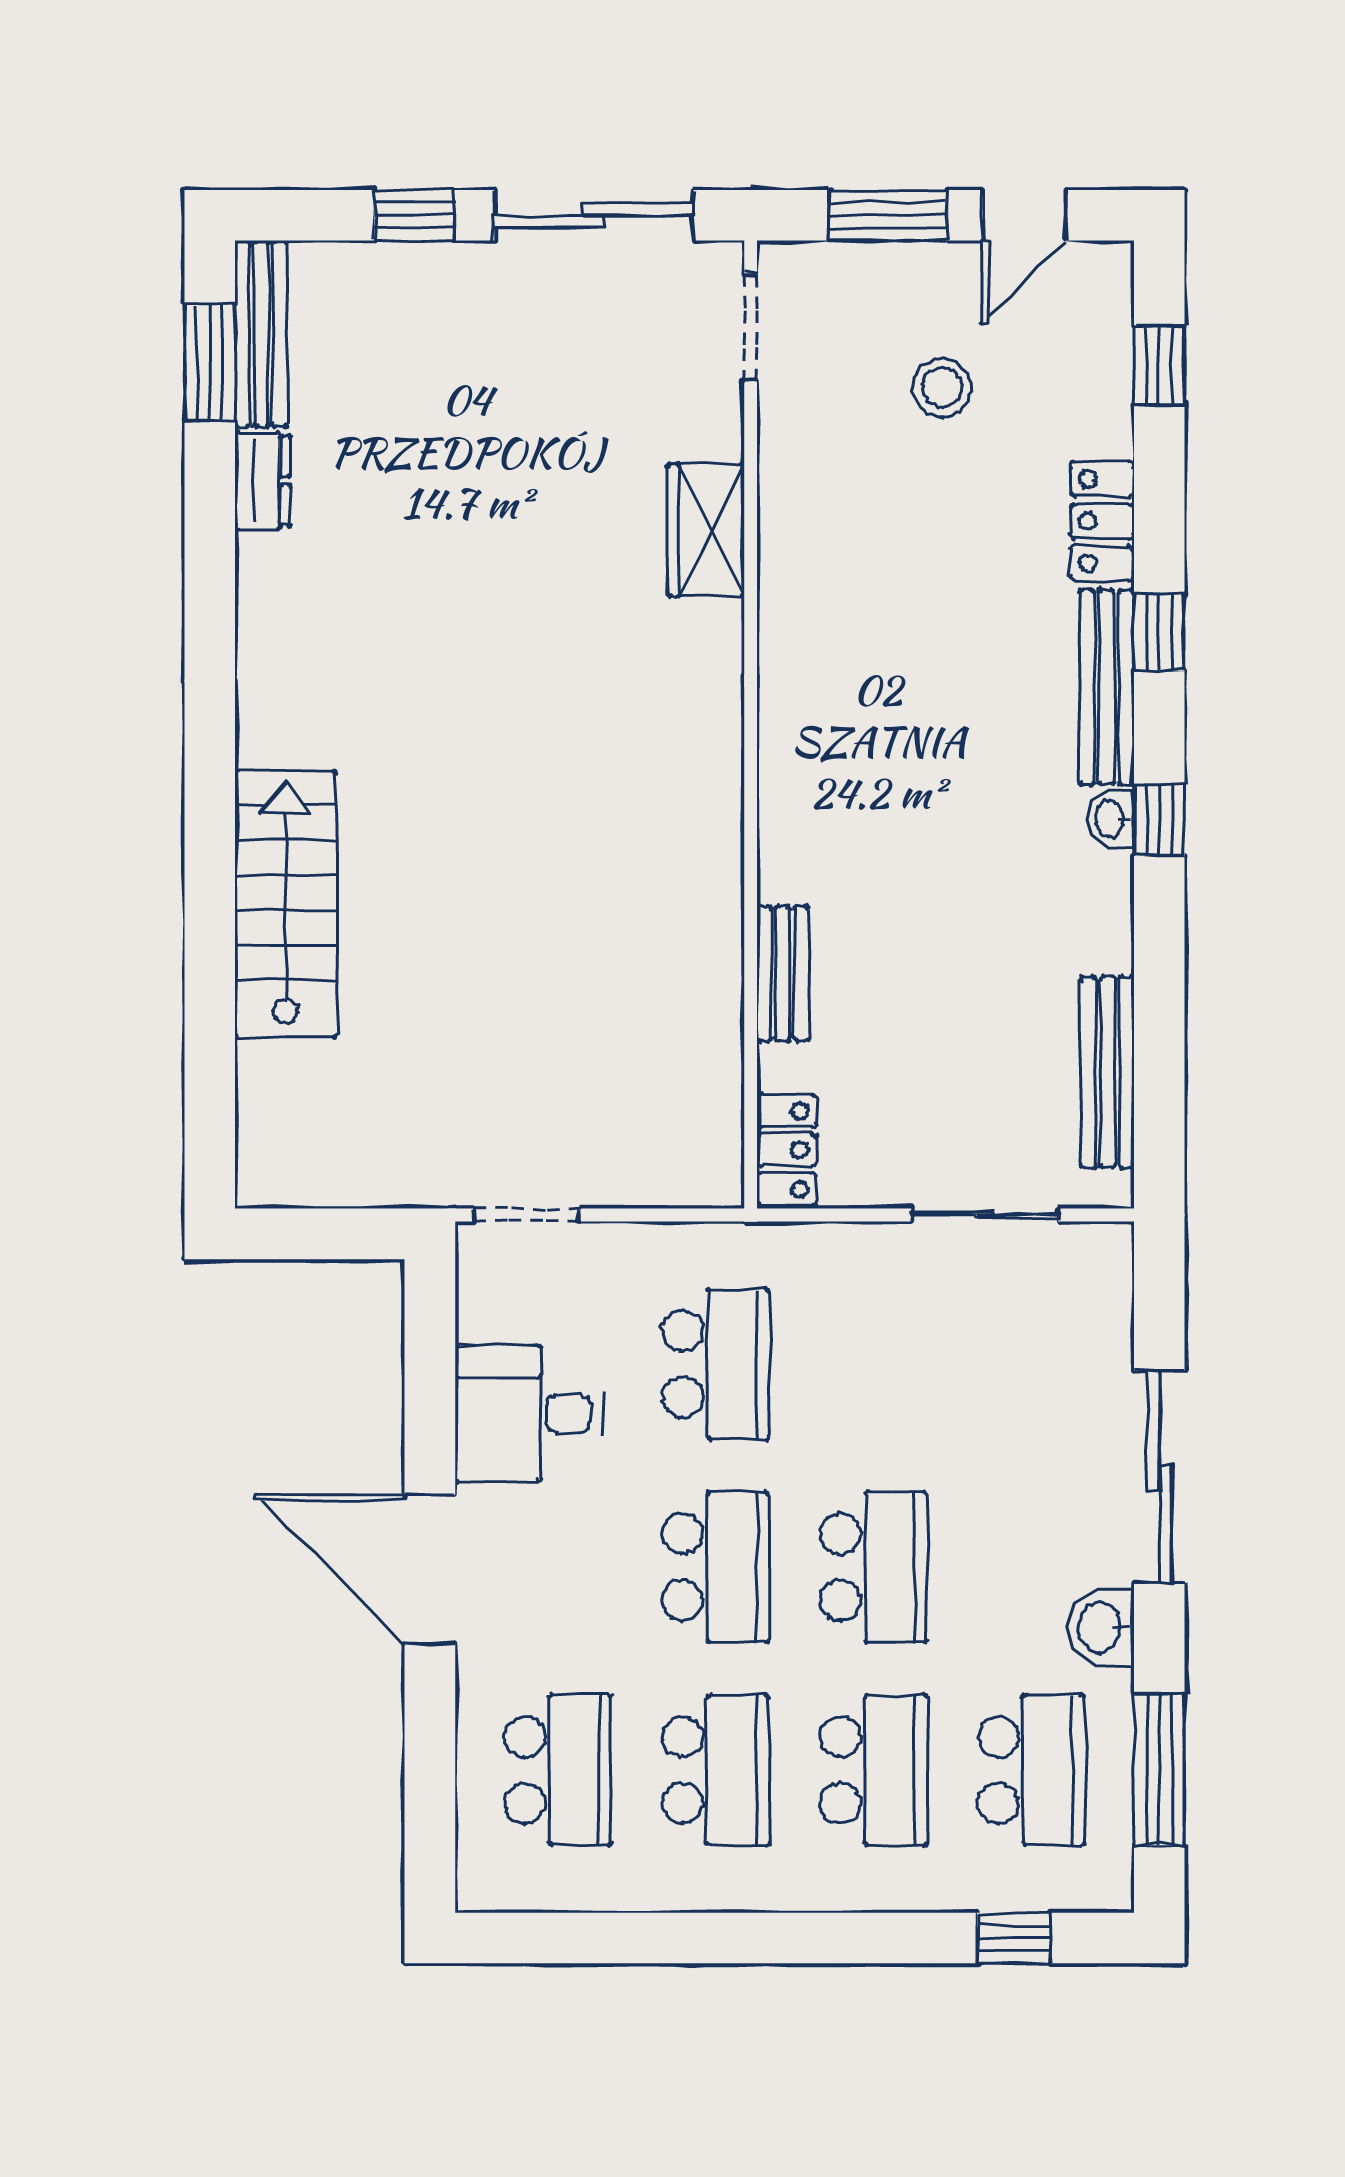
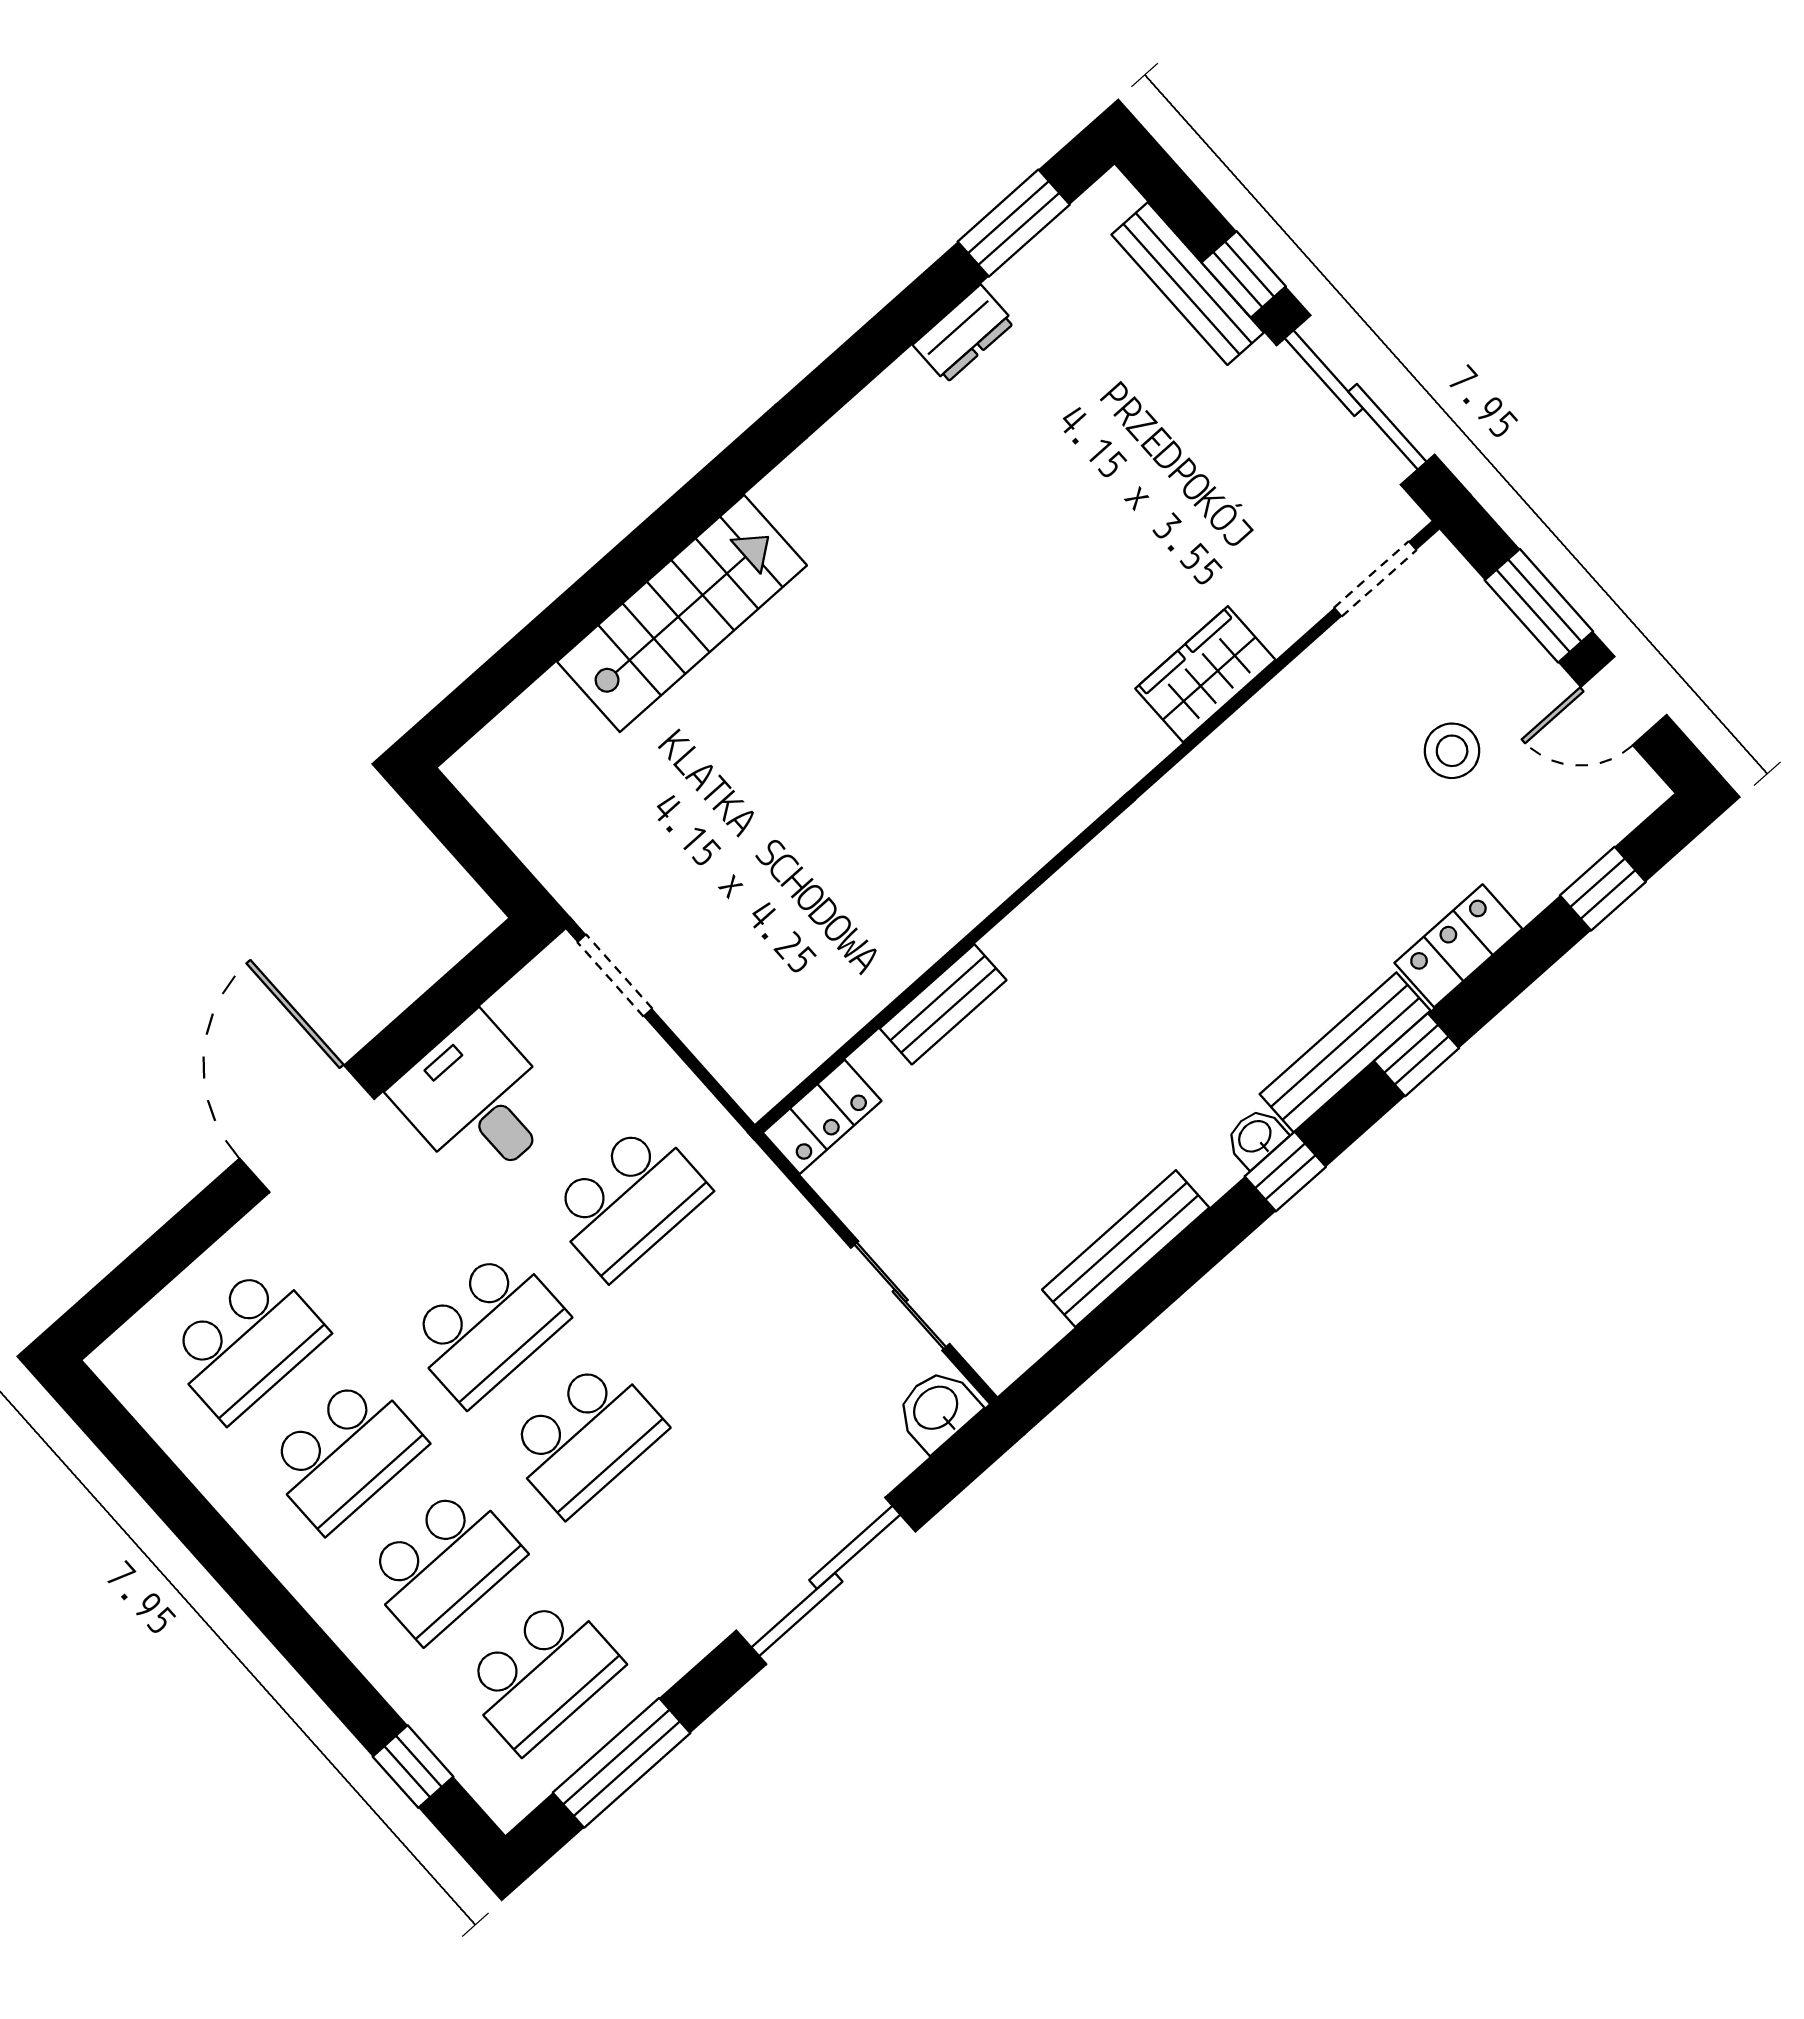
bench: (261, 334) -> (1188, 284), moved, turned 90
bench: (1107, 1072) -> (1126, 1249), moved
washbasin: (1101, 1627) -> (937, 1409), moved

